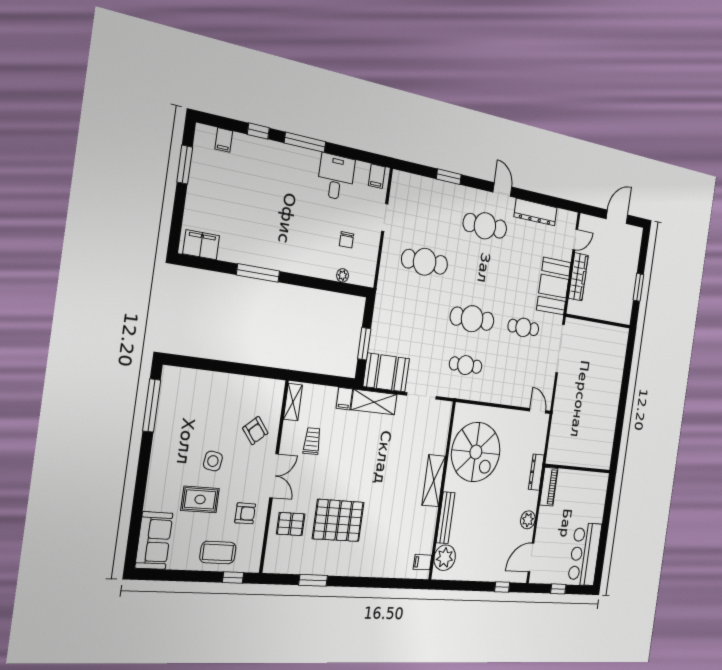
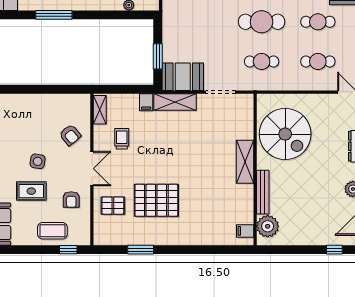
cafe table: (517, 373) -> (318, 61), added
armchair: (245, 513) -> (71, 199), turned 90

